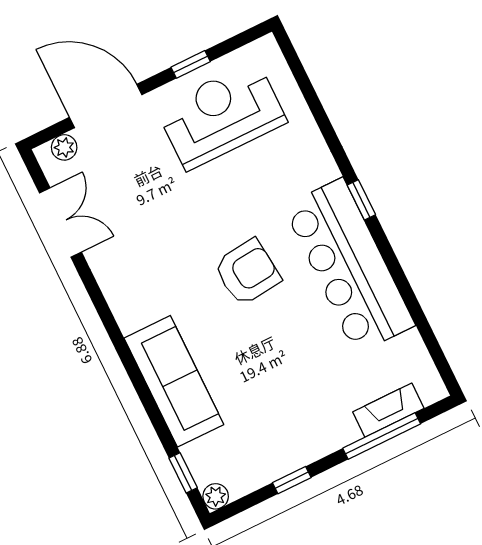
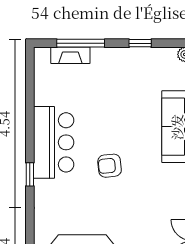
bar counter: (349, 266) -> (54, 142), width x0.73
armchair: (247, 272) -> (110, 166), width x0.72, depth x0.72

